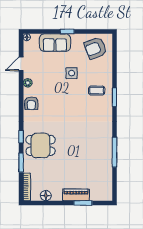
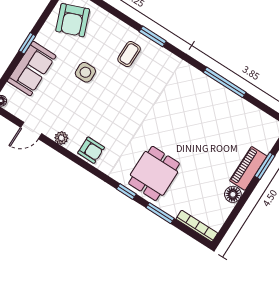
door: (21, 64) -> (31, 131), hinge flipped
floor lamp: (46, 196) -> (233, 194), moved

